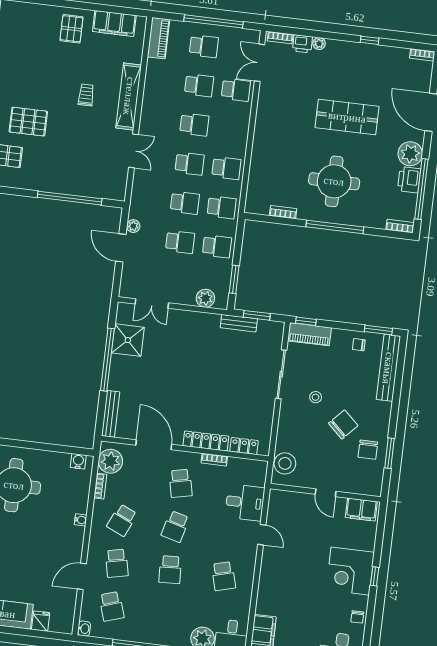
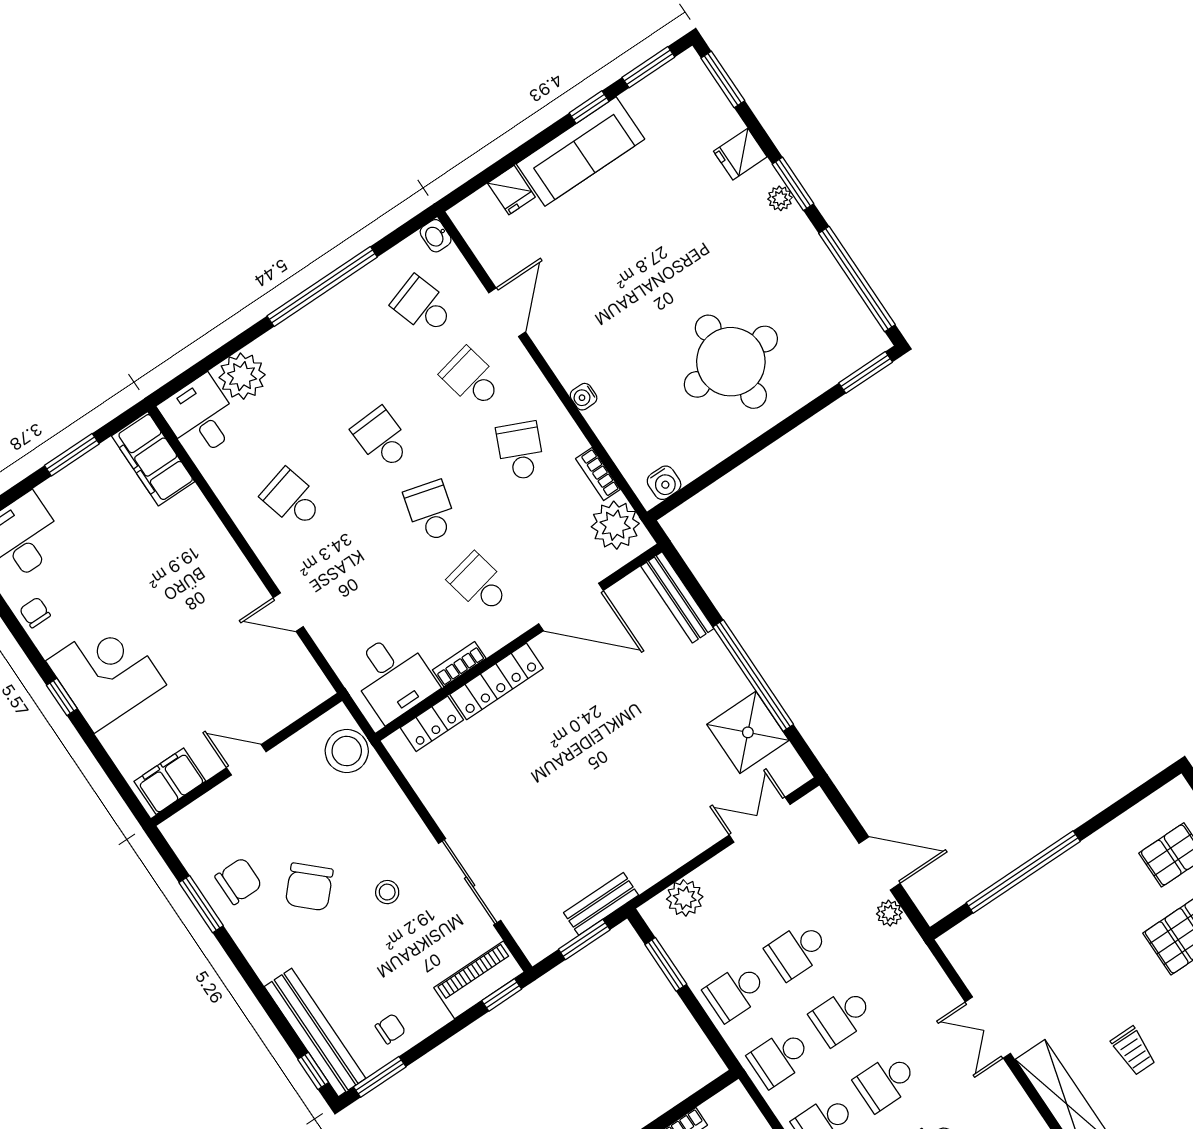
window: (402, 354) -> (313, 1071), added
chair: (368, 450) -> (239, 881), turned 90
desk: (245, 502) -> (393, 677), moved, turned -90

